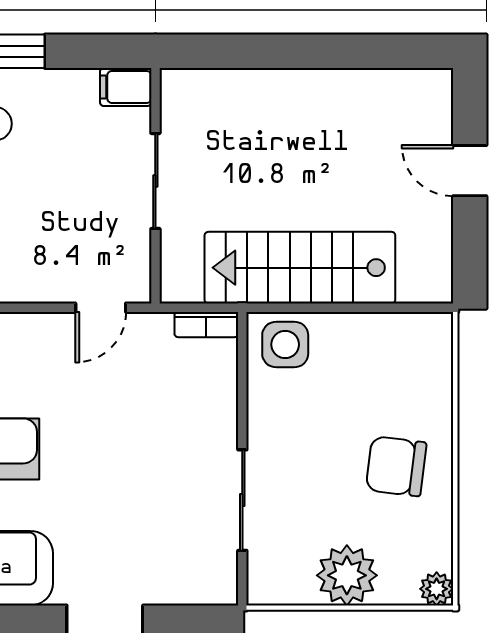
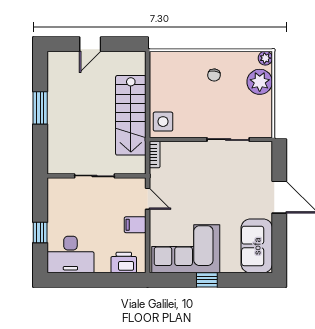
window: (318, 51) -> (40, 108), added
filing cabinet: (126, 87) -> (135, 225), moved, turned 90
chair: (396, 466) -> (214, 75), width x0.54, depth x0.54
plant: (347, 575) -> (260, 82), moved

